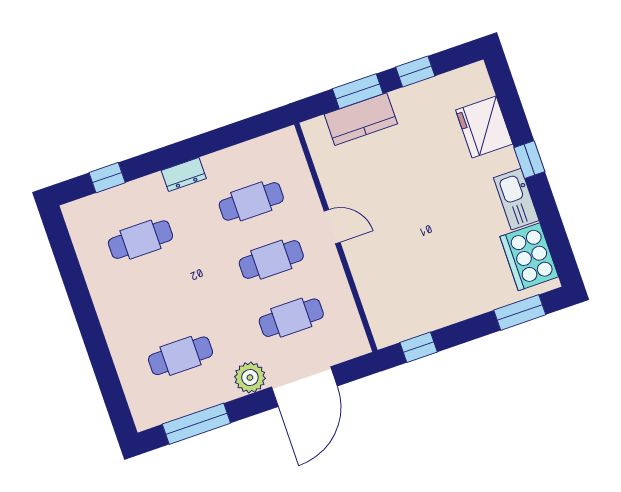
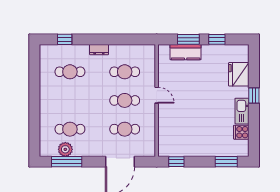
cooker: (529, 257) -> (241, 132), width x0.53, depth x0.76
plant: (250, 377) -> (65, 149), moved

